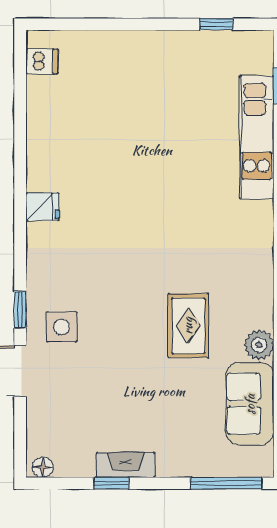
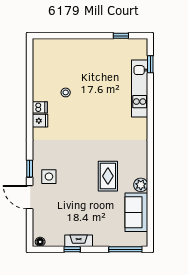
dishwasher: (42, 61) -> (40, 107), moved
stool: (98, 146) -> (66, 92), added

